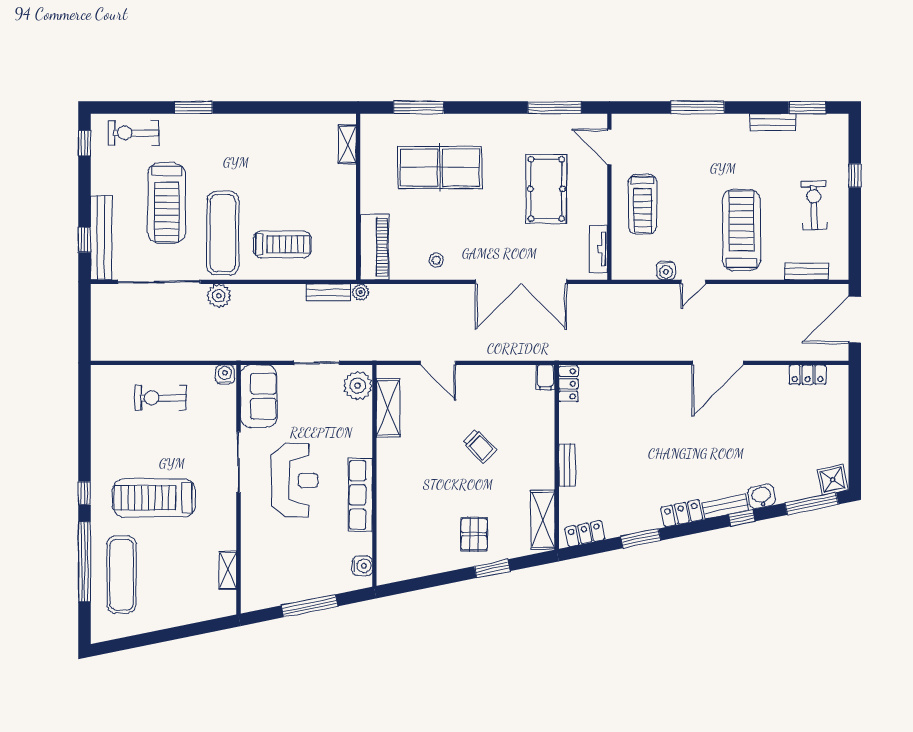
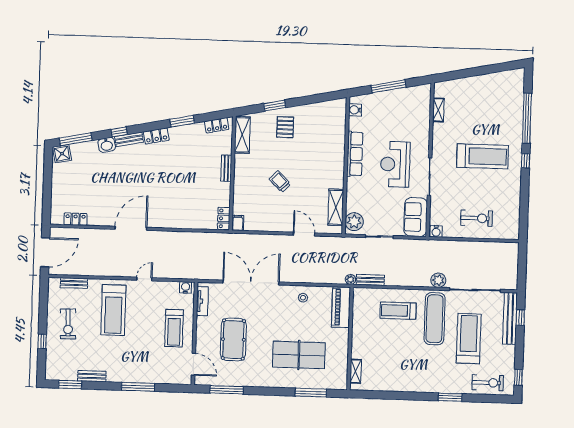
treadmill: (643, 204) -> (174, 328), turned 180
water cooler: (666, 270) -> (186, 287), moved
exercise mat: (121, 575) -> (504, 109), removed

